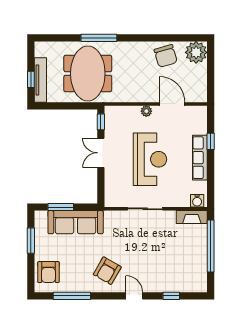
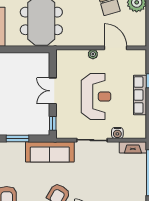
window: (101, 122) -> (53, 123), moved
water cooler: (197, 201) -> (117, 133), moved
sofa: (76, 222) -> (50, 152), moved

